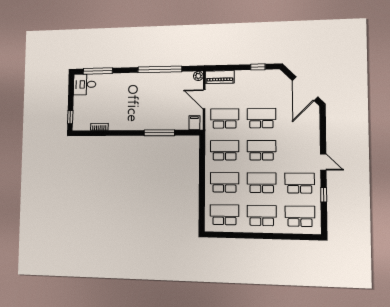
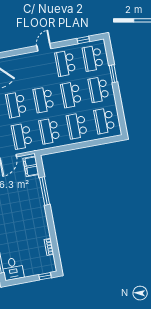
filing cabinet: (194, 123) -> (31, 166), width x2.00
window: (324, 195) -> (83, 40), moved
window: (277, 236) -> (113, 74), added

